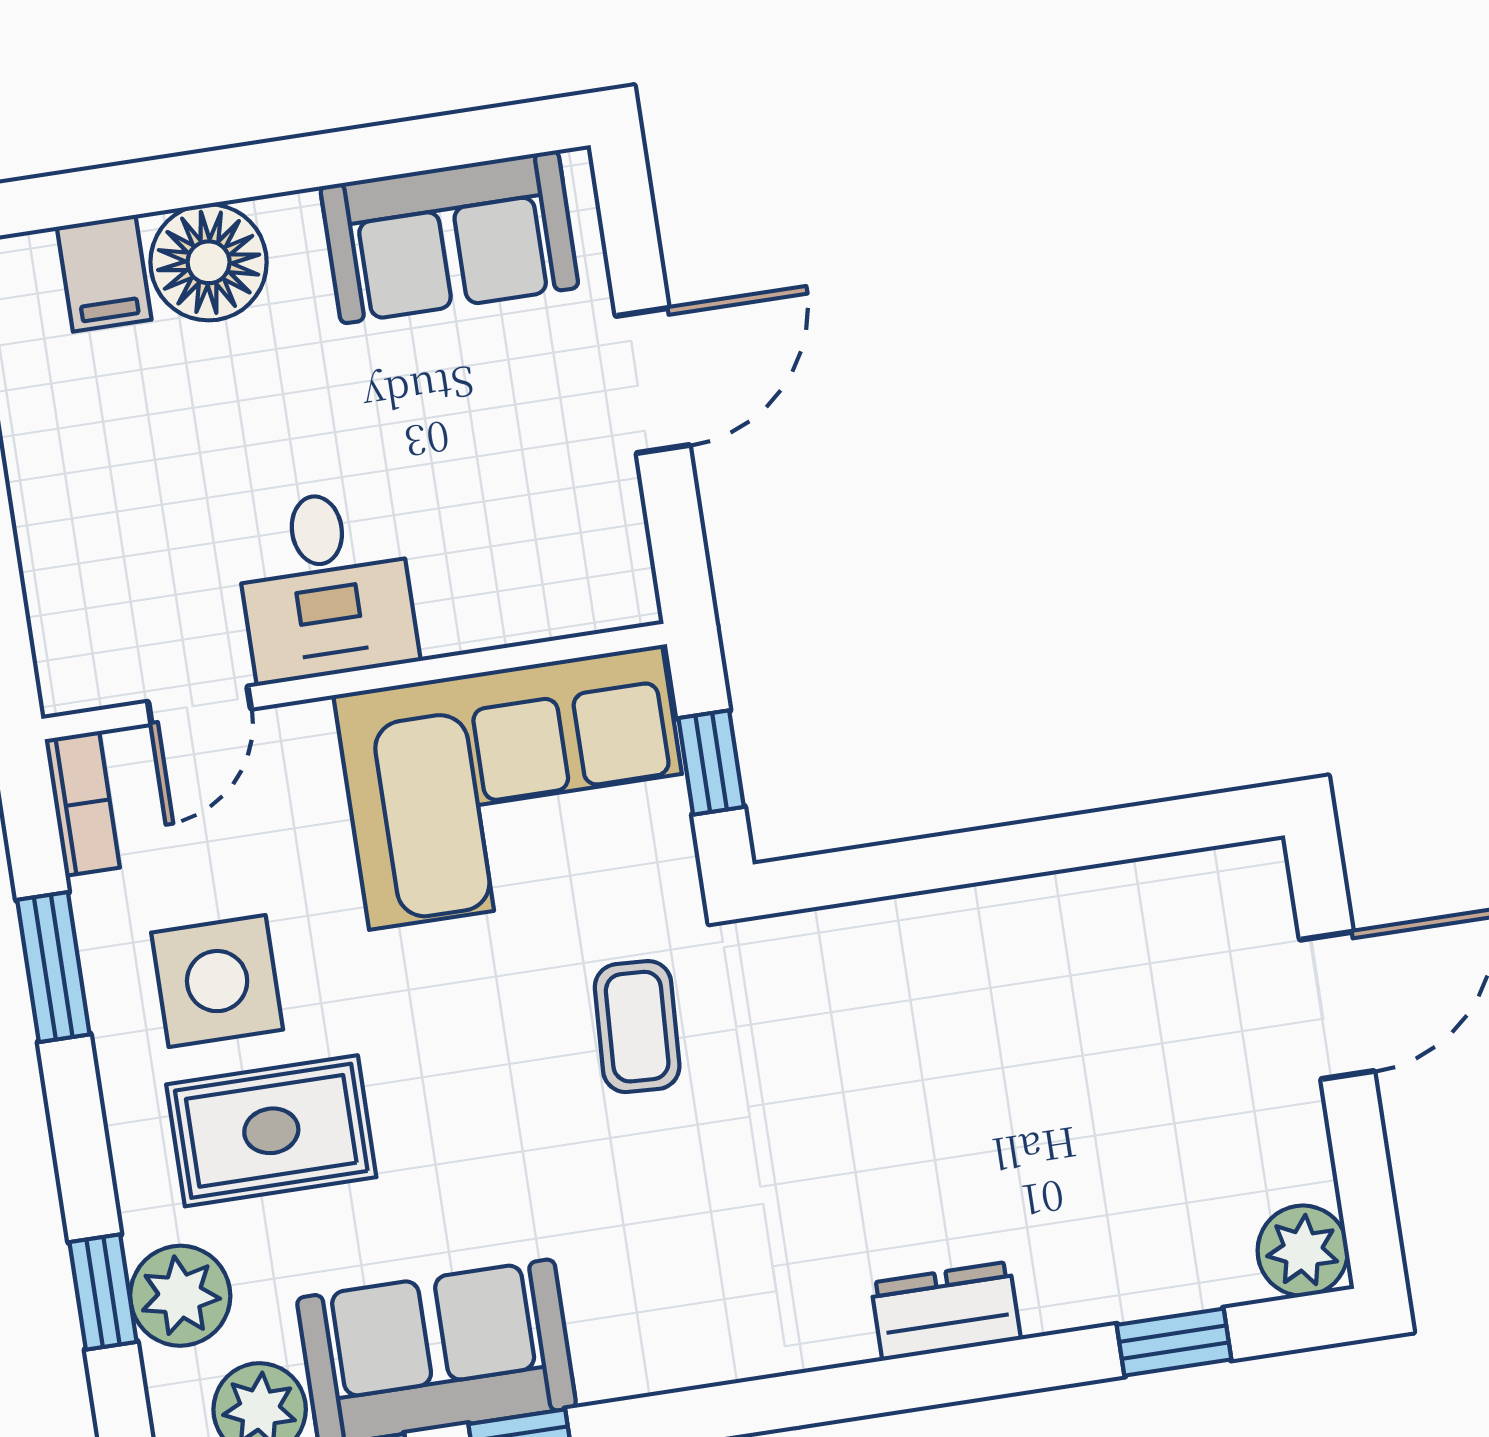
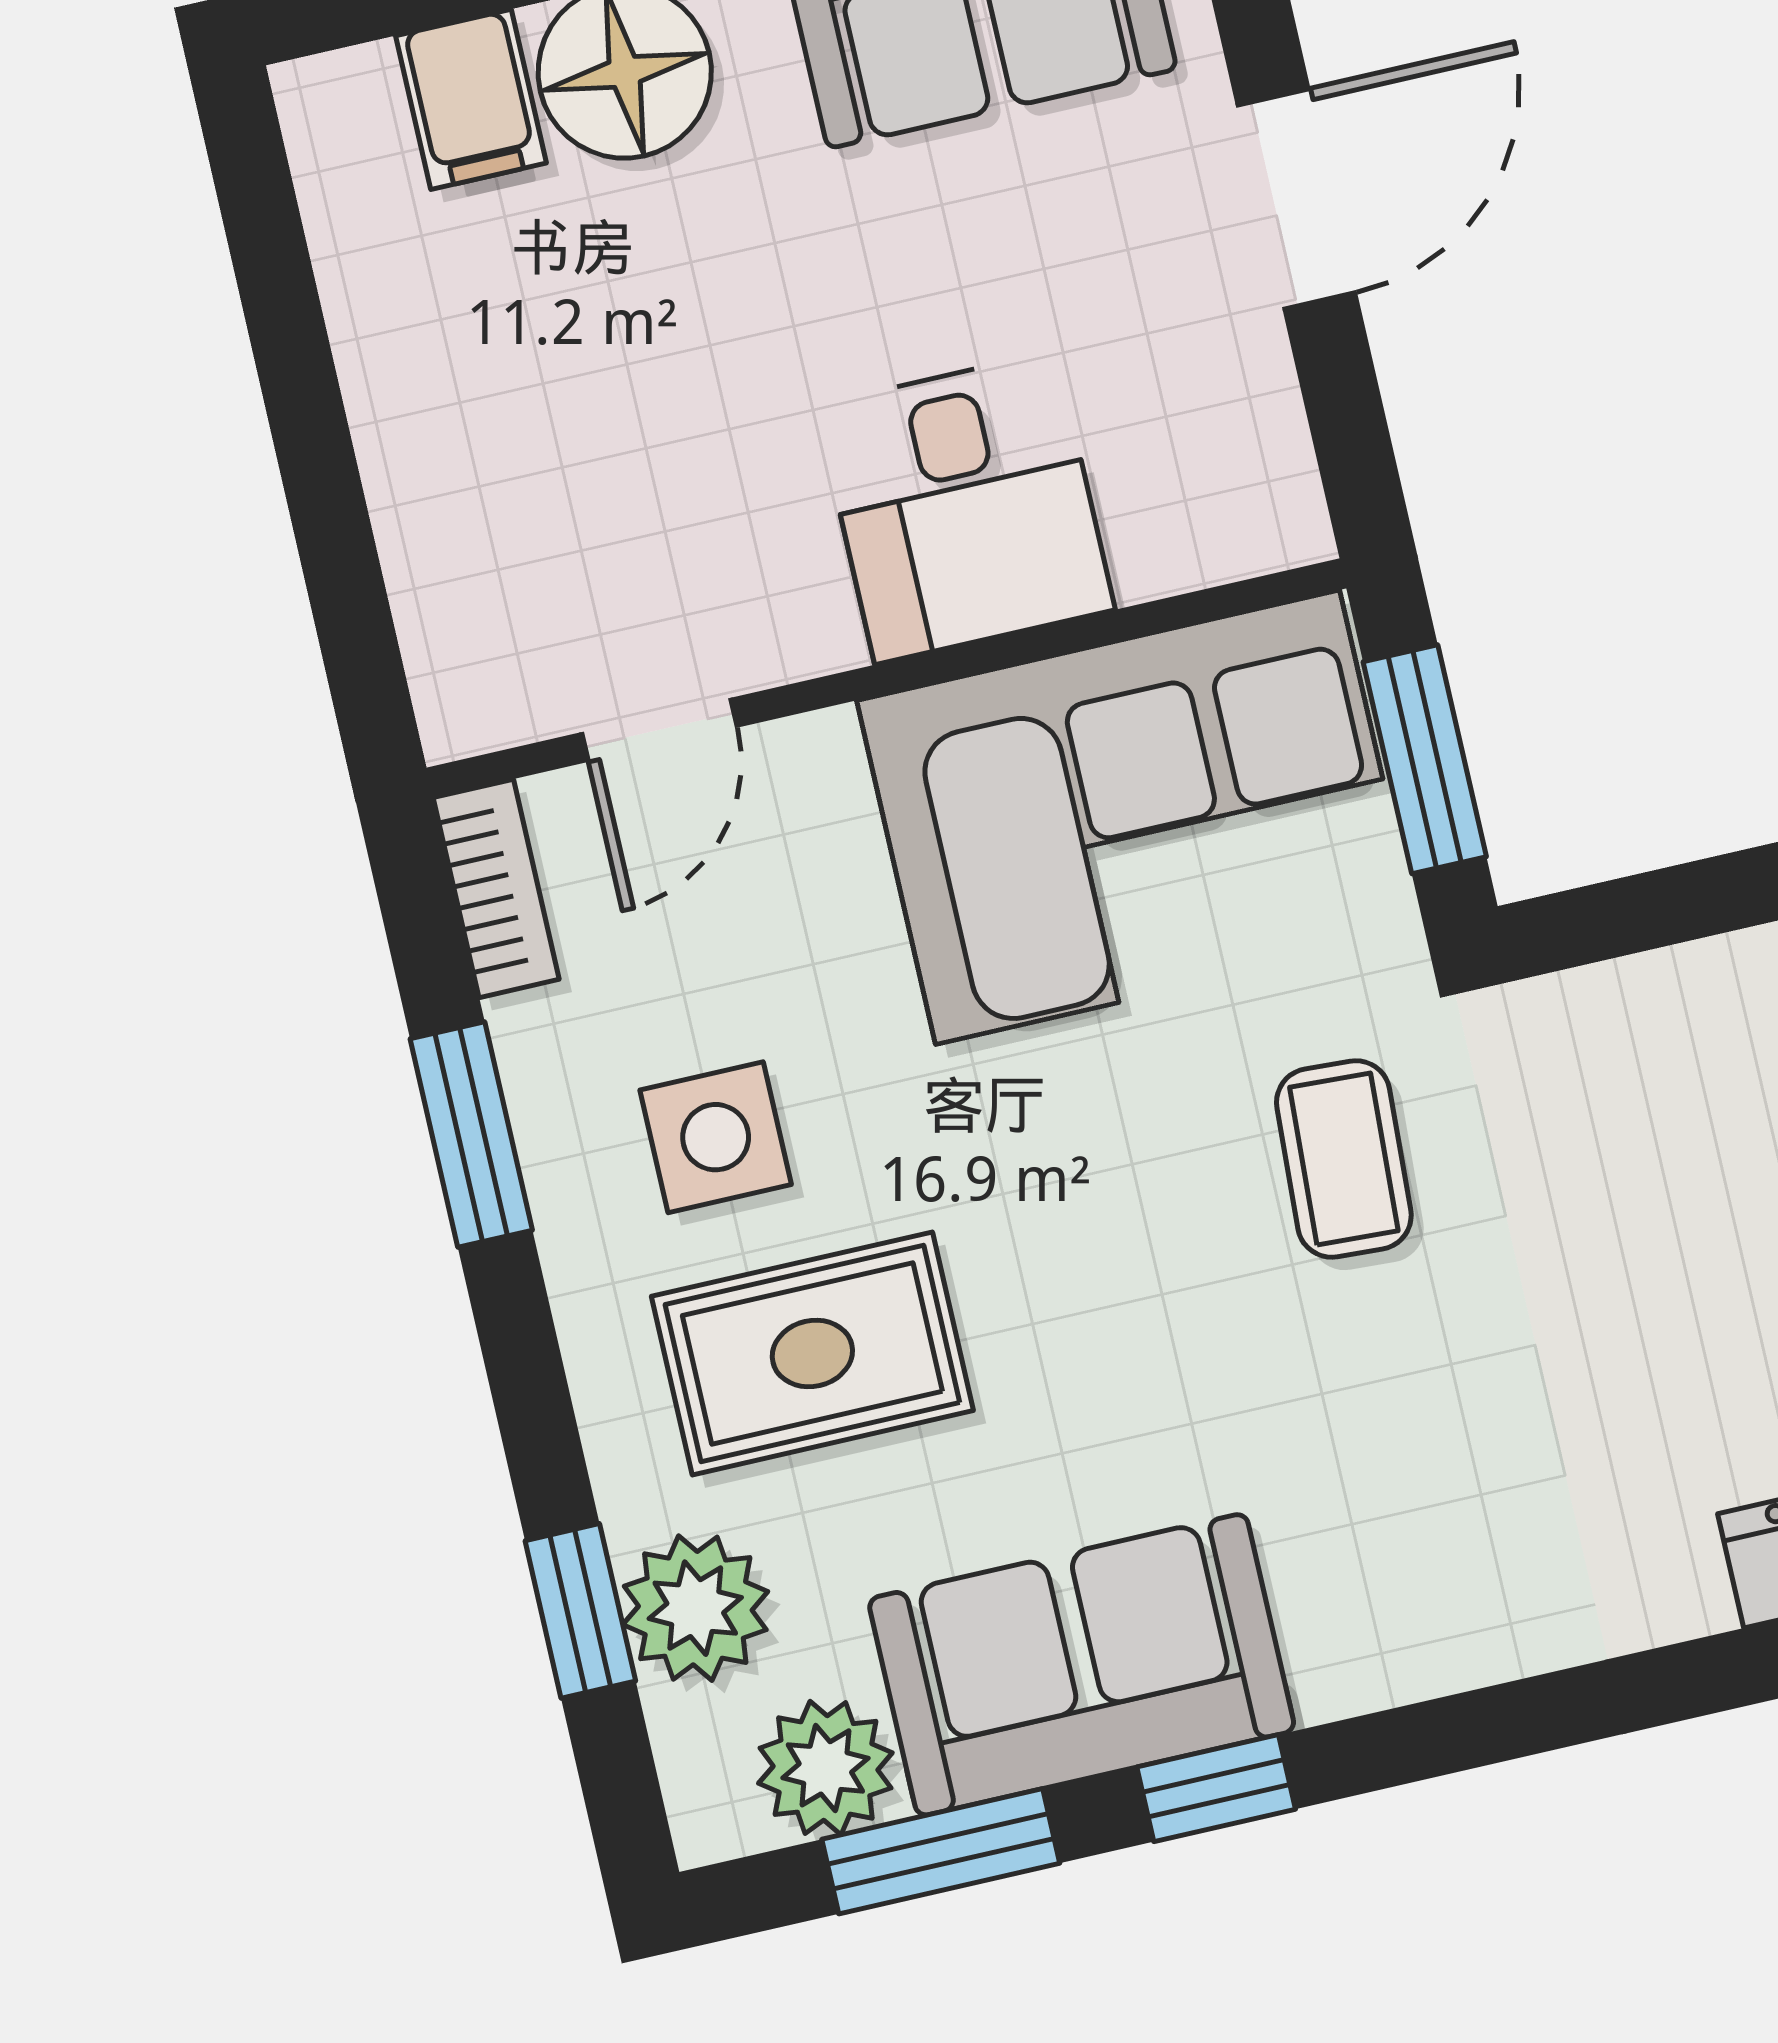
desk: (325, 585) -> (965, 508), moved
window: (711, 763) -> (1425, 759), width x1.50
side table: (217, 981) -> (716, 1137), width x0.73, depth x0.73

